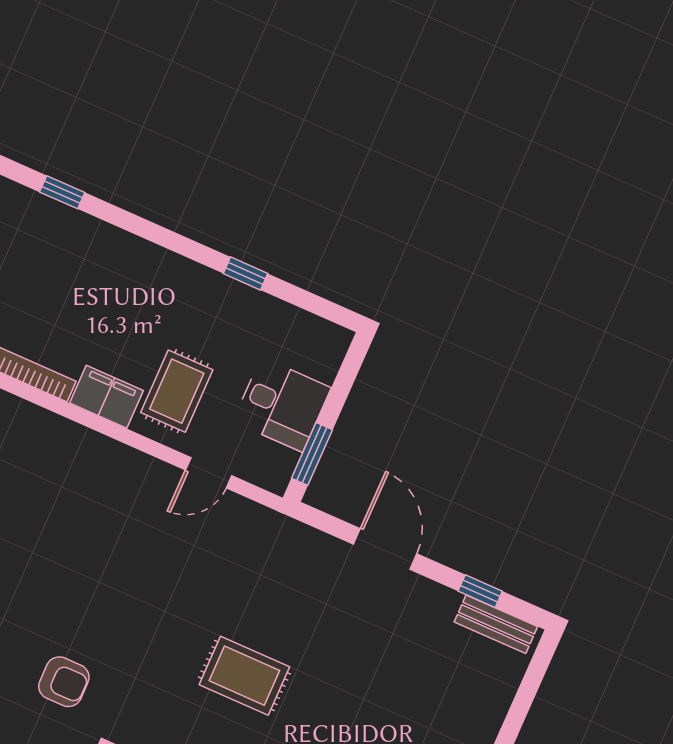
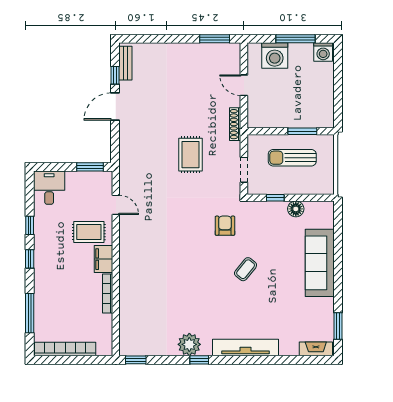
window: (62, 192) -> (30, 313), width x2.17
window: (175, 242) -> (30, 259), added
desk: (282, 405) -> (49, 188), moved
door: (385, 549) -> (115, 107), moved

